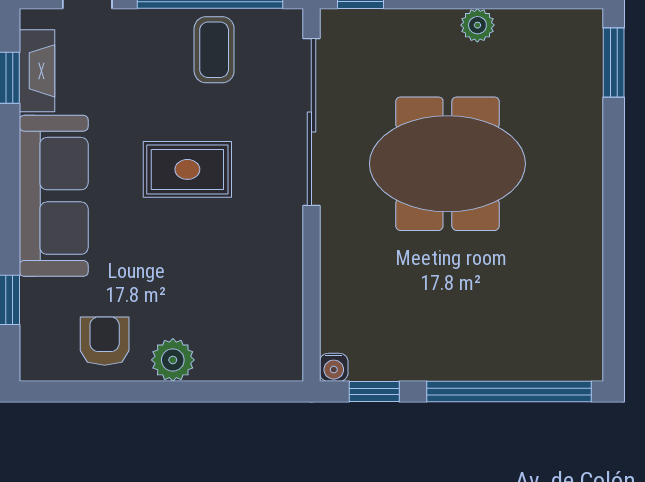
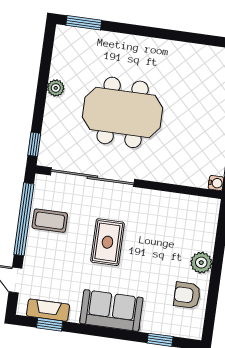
meeting table: (447, 164) -> (123, 112), turned 90
sofa: (54, 196) -> (111, 310), width x0.73

